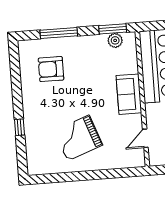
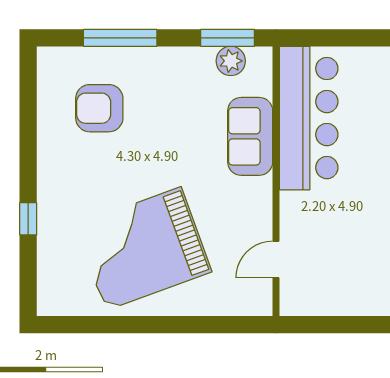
sofa: (129, 94) -> (250, 136), moved
grand piano: (78, 138) -> (143, 249), width x1.37, depth x1.48

